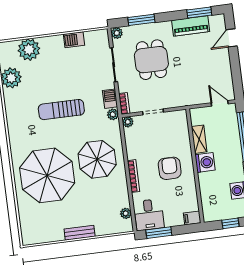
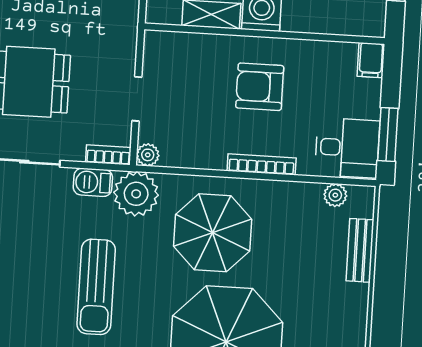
plant: (113, 114) -> (136, 194), width x1.87, depth x1.87
bench: (80, 233) -> (360, 250), moved

